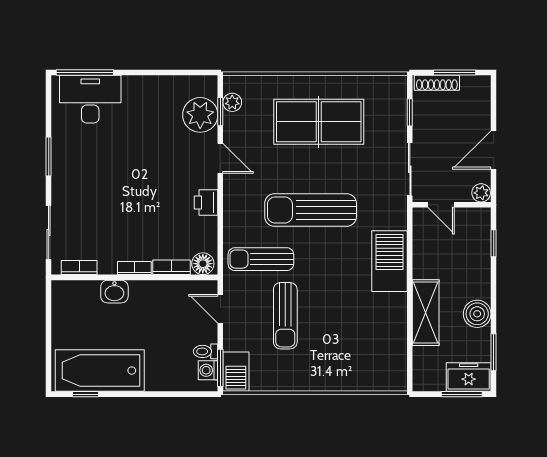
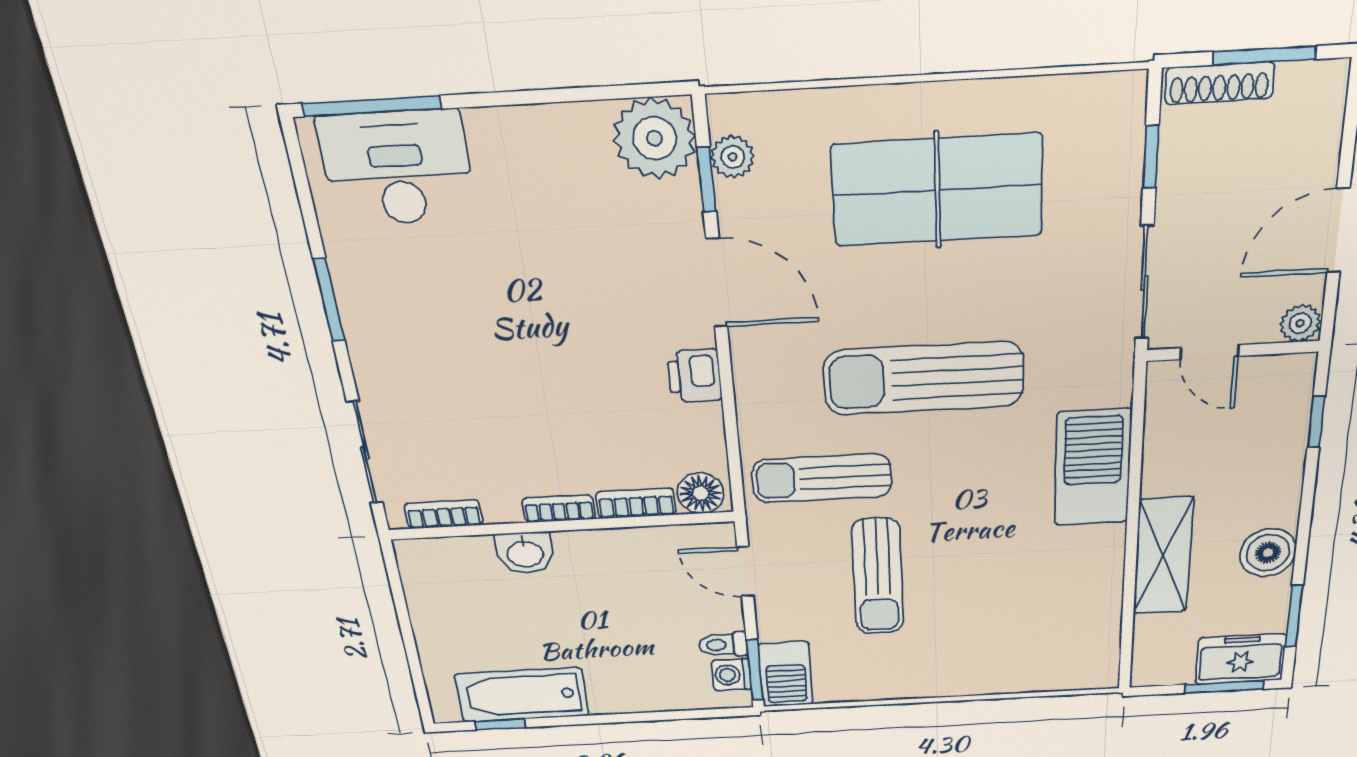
plant: (200, 115) -> (655, 138), moved
door: (220, 158) -> (717, 283), width x1.38
bathtub: (100, 371) -> (522, 695), width x0.73, depth x0.73

